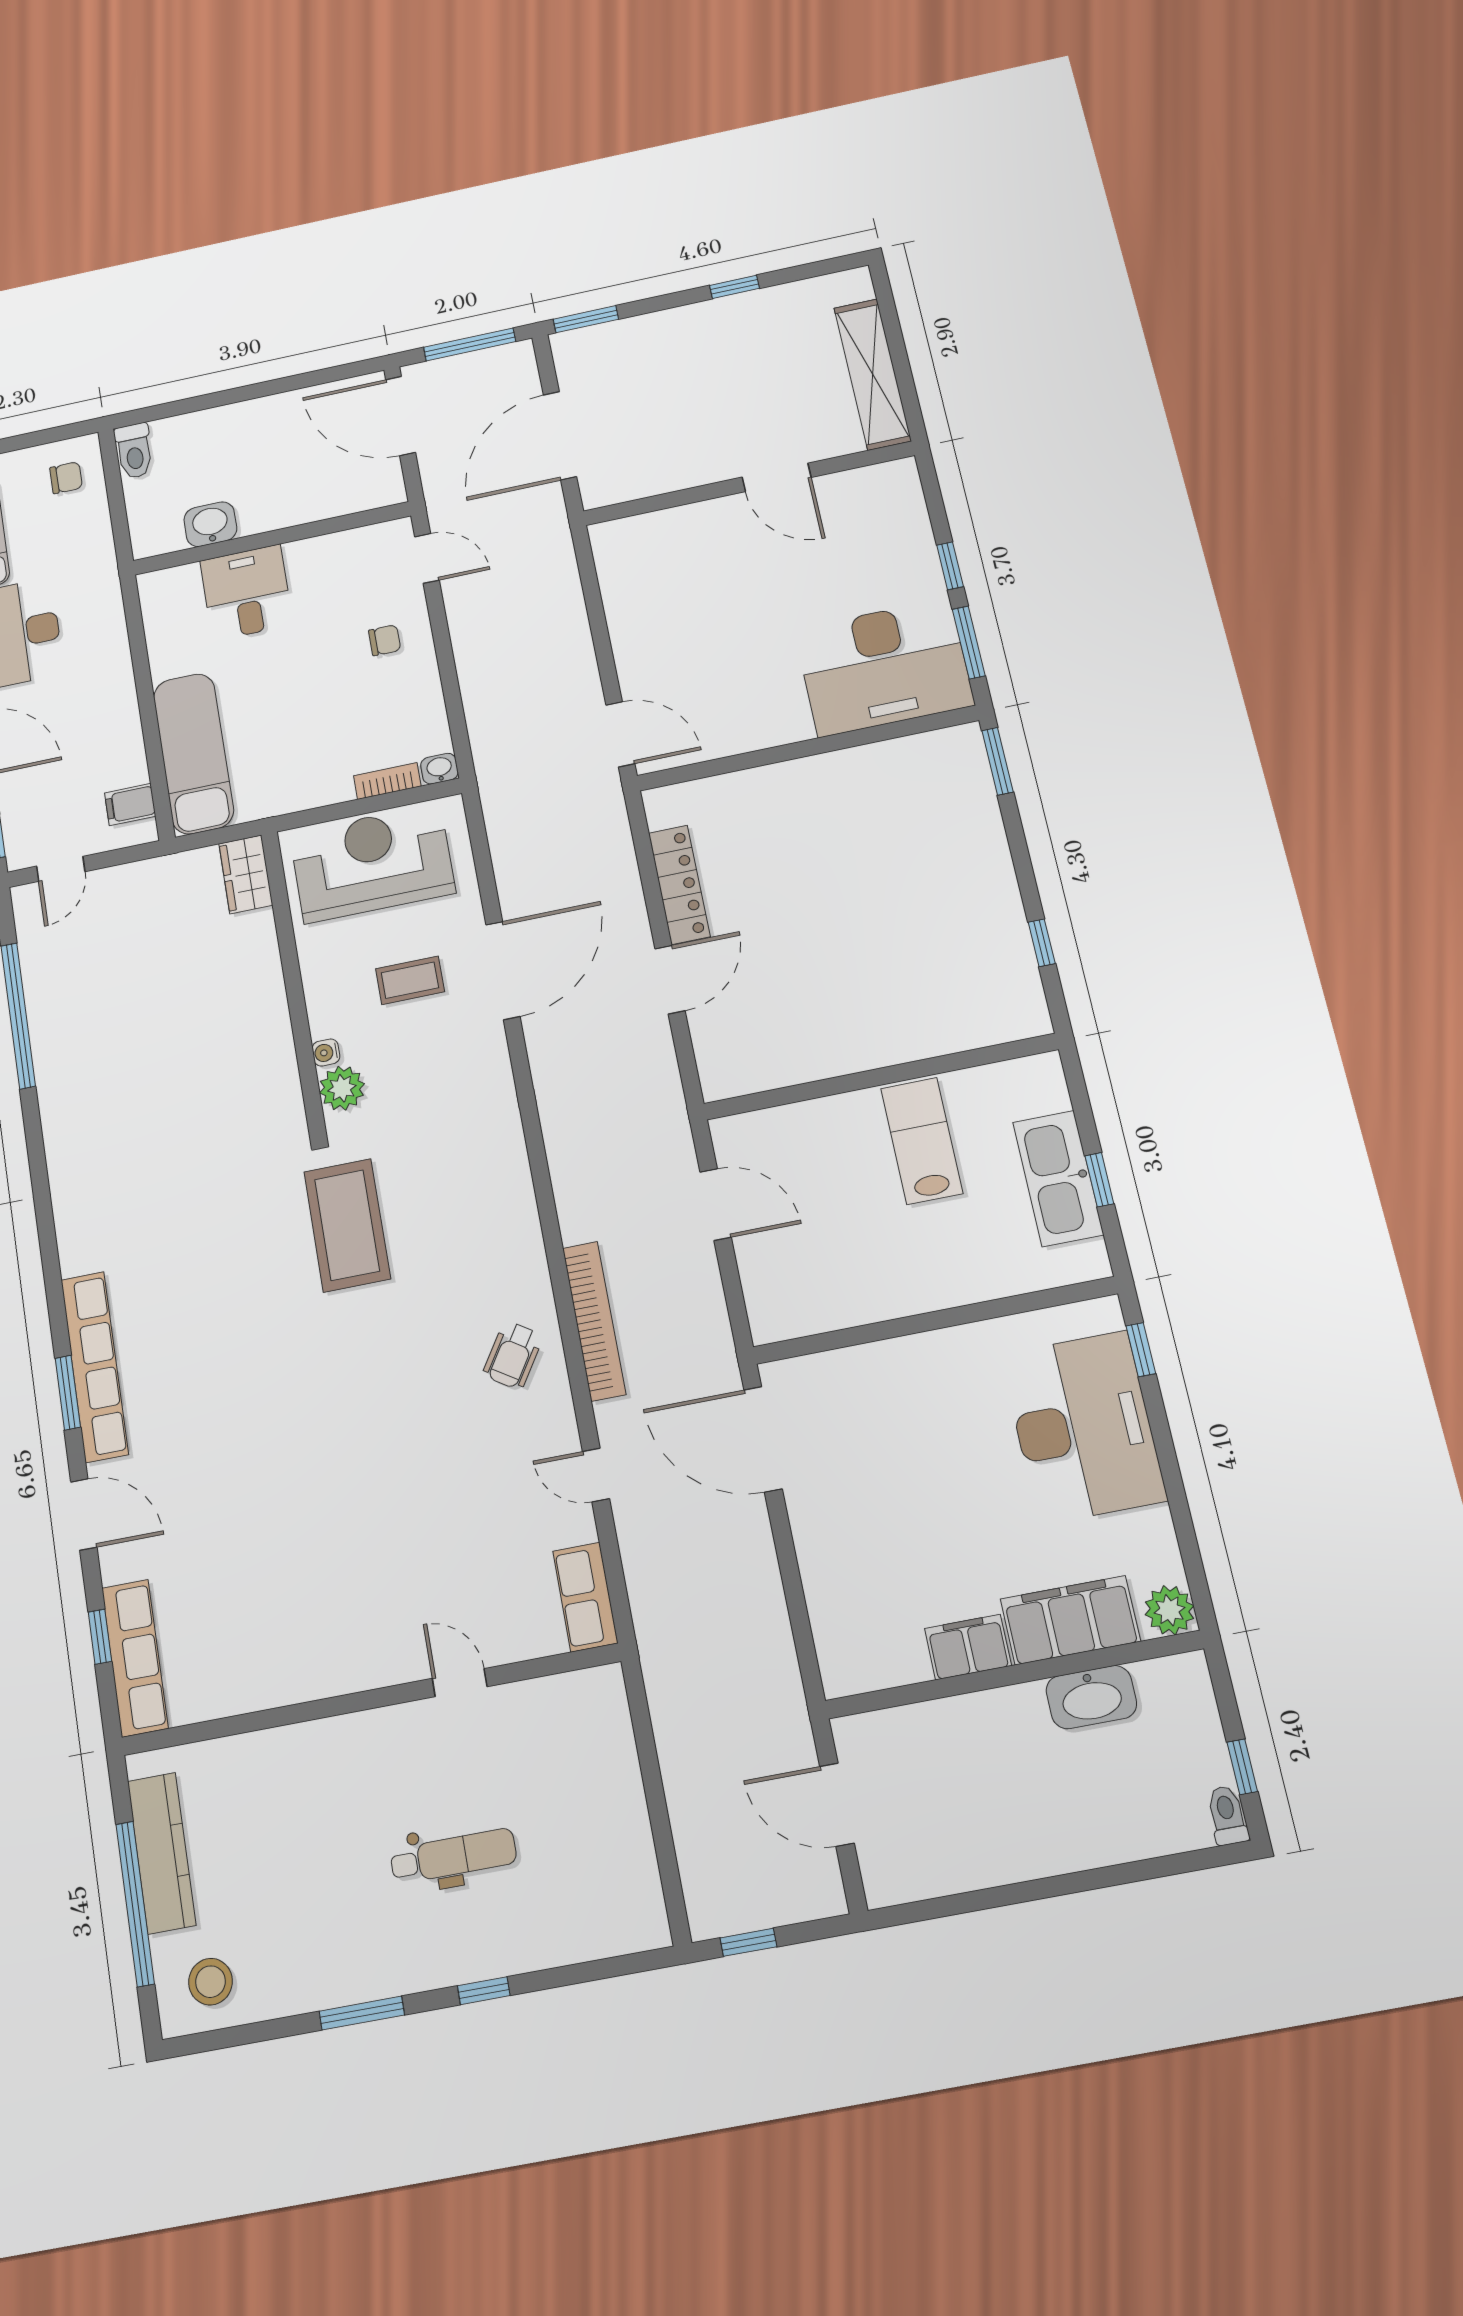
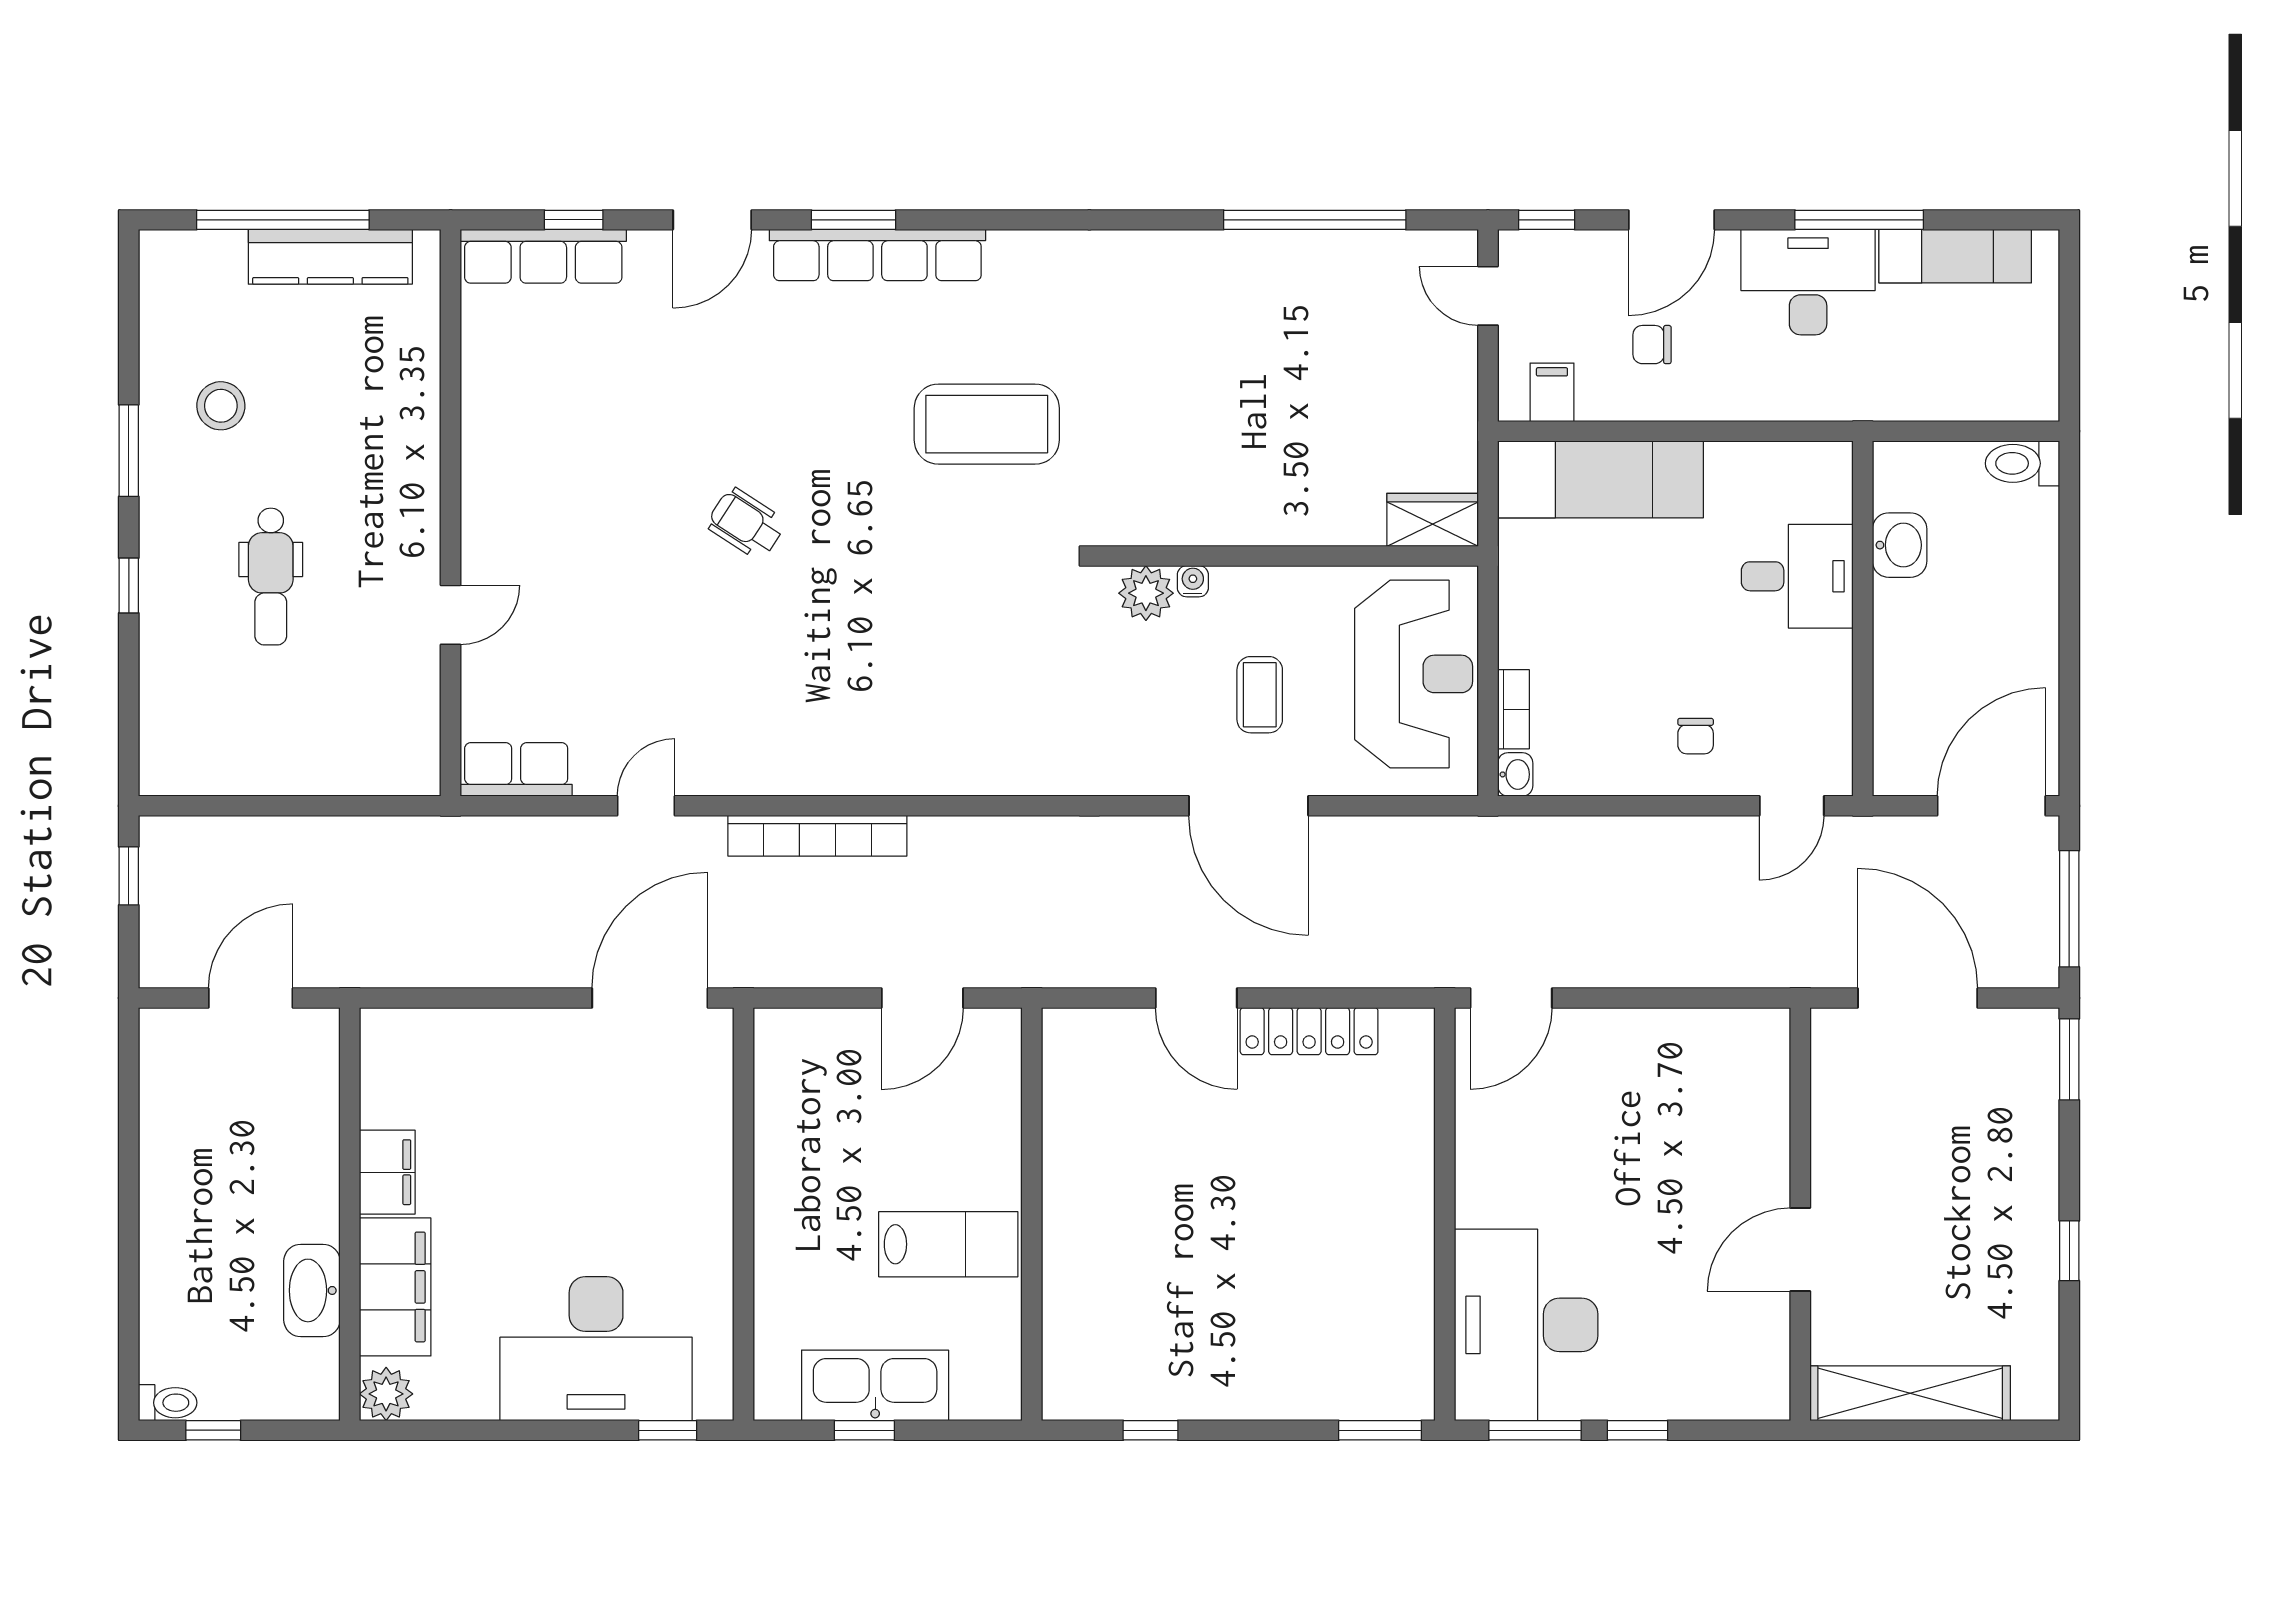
chair: (66, 478) -> (1652, 345), moved, turned 90
coffee table: (347, 1225) -> (987, 424), moved
wheelchair: (513, 1355) -> (746, 524), moved
stool: (210, 1982) -> (221, 406), moved

